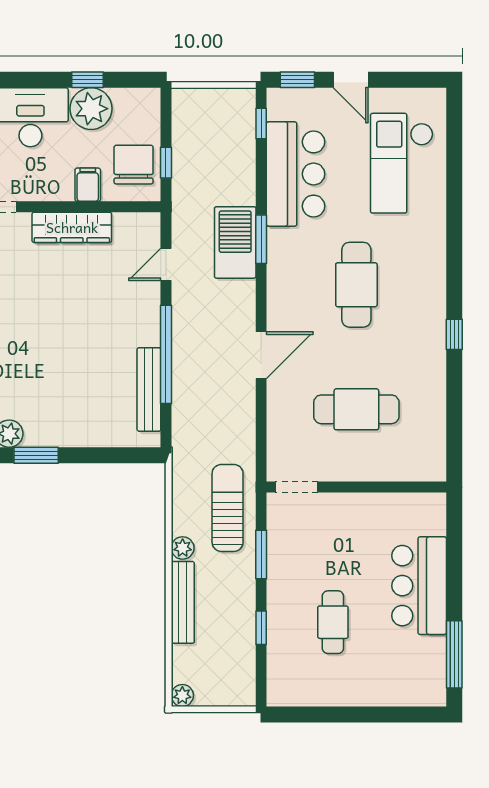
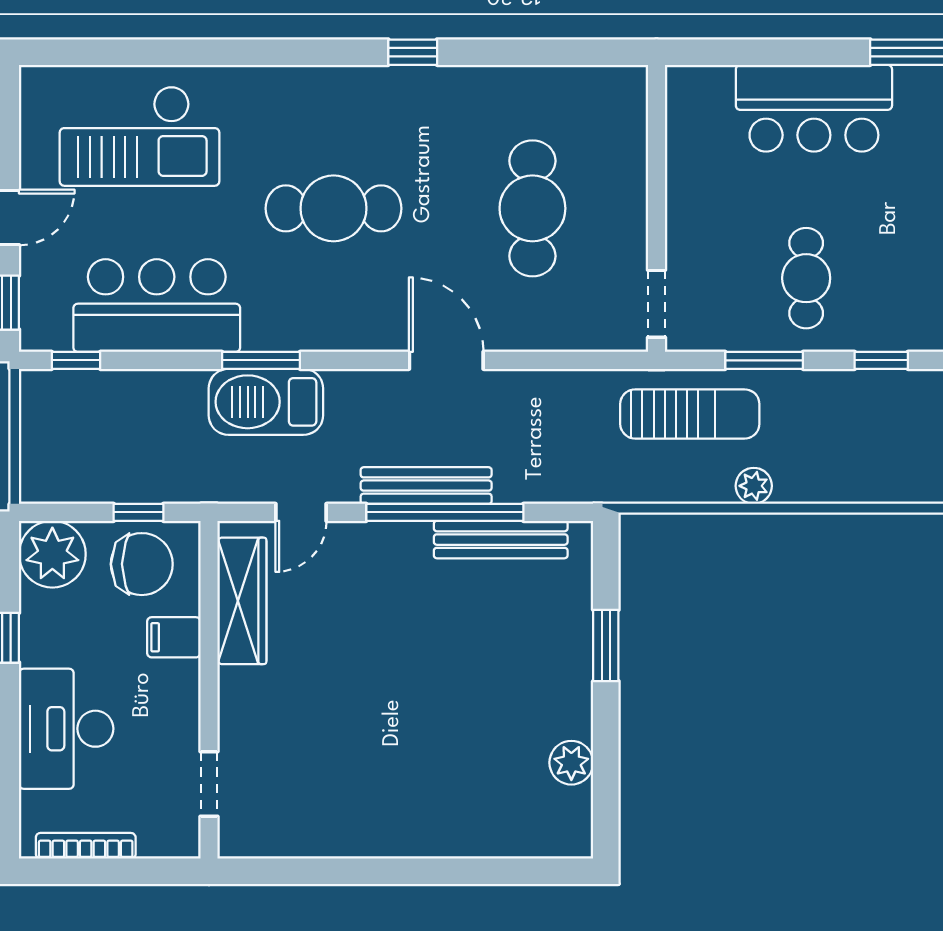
plant: (91, 109) -> (52, 554), moved
chair: (134, 165) -> (142, 564), turned 180
wardrobe: (72, 227) -> (242, 601), moved
door: (166, 264) -> (301, 512), hinge flipped
window: (36, 455) -> (606, 645), moved
sun lounger: (228, 508) -> (690, 414), turned 180
bench: (183, 602) -> (426, 486), moved
cafe table: (333, 622) -> (806, 278), moved, turned 90

